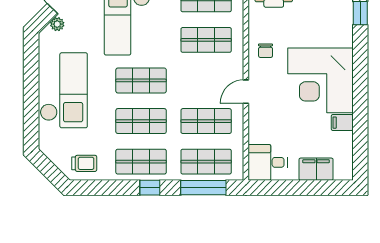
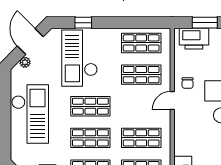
door: (246, 92) -> (172, 101), moved

